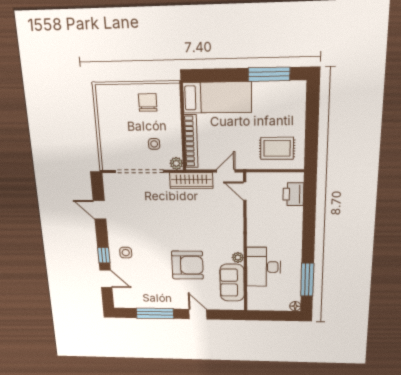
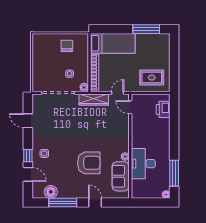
floor lamp: (138, 300) -> (51, 192), added

